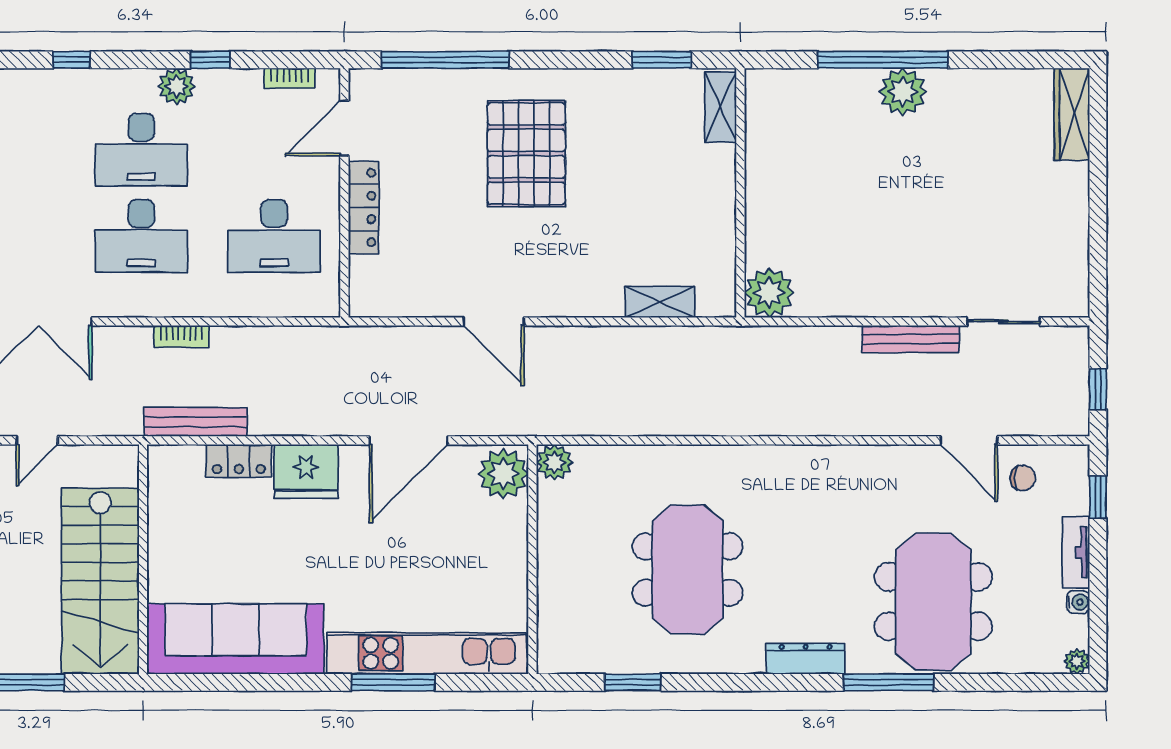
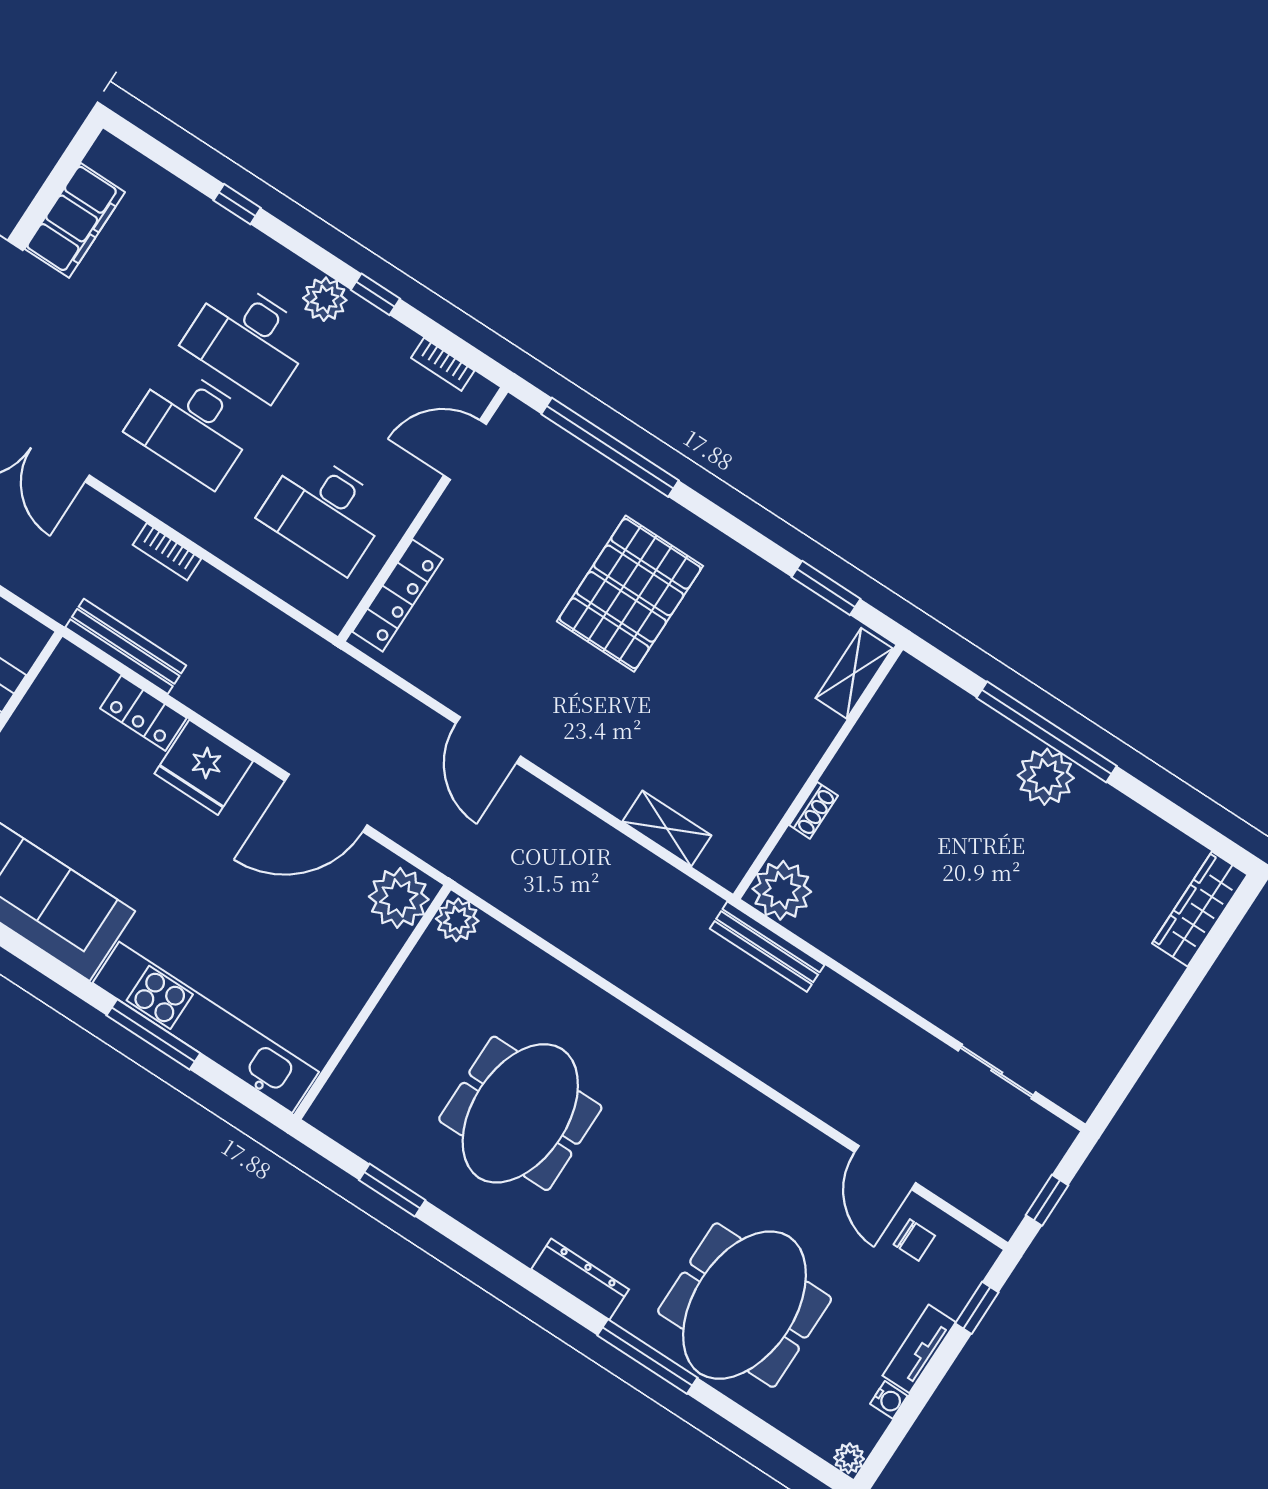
locker: (364, 207) -> (398, 595), moved
shoe rack: (755, 222) -> (814, 810), added
bench: (910, 339) -> (767, 947), moved

